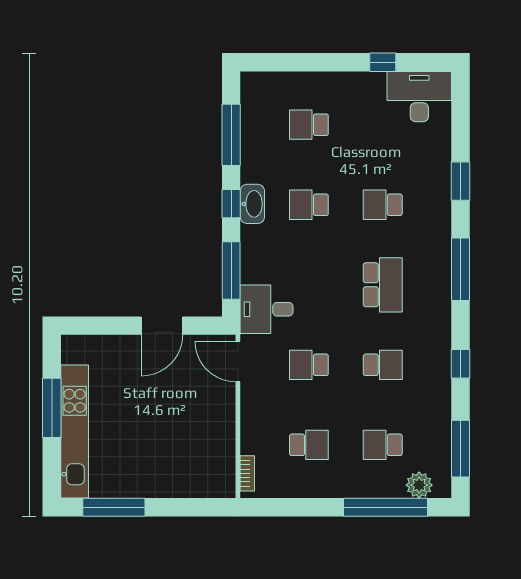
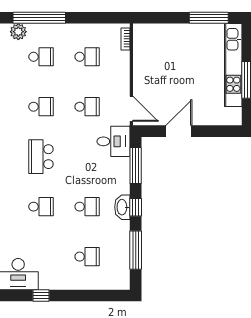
school desk: (383, 365) -> (41, 107), turned 180
school desk: (309, 445) -> (87, 57), turned 180

